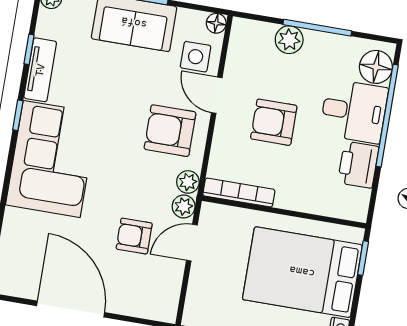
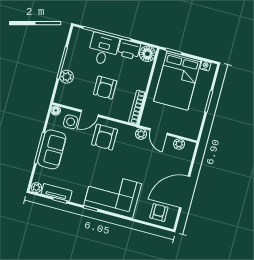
floor lamp: (376, 67) -> (147, 54), moved
tv unit: (40, 70) -> (57, 192), moved
plant: (188, 182) -> (179, 144), moved
armchair: (134, 236) -> (159, 213), moved, turned 180

